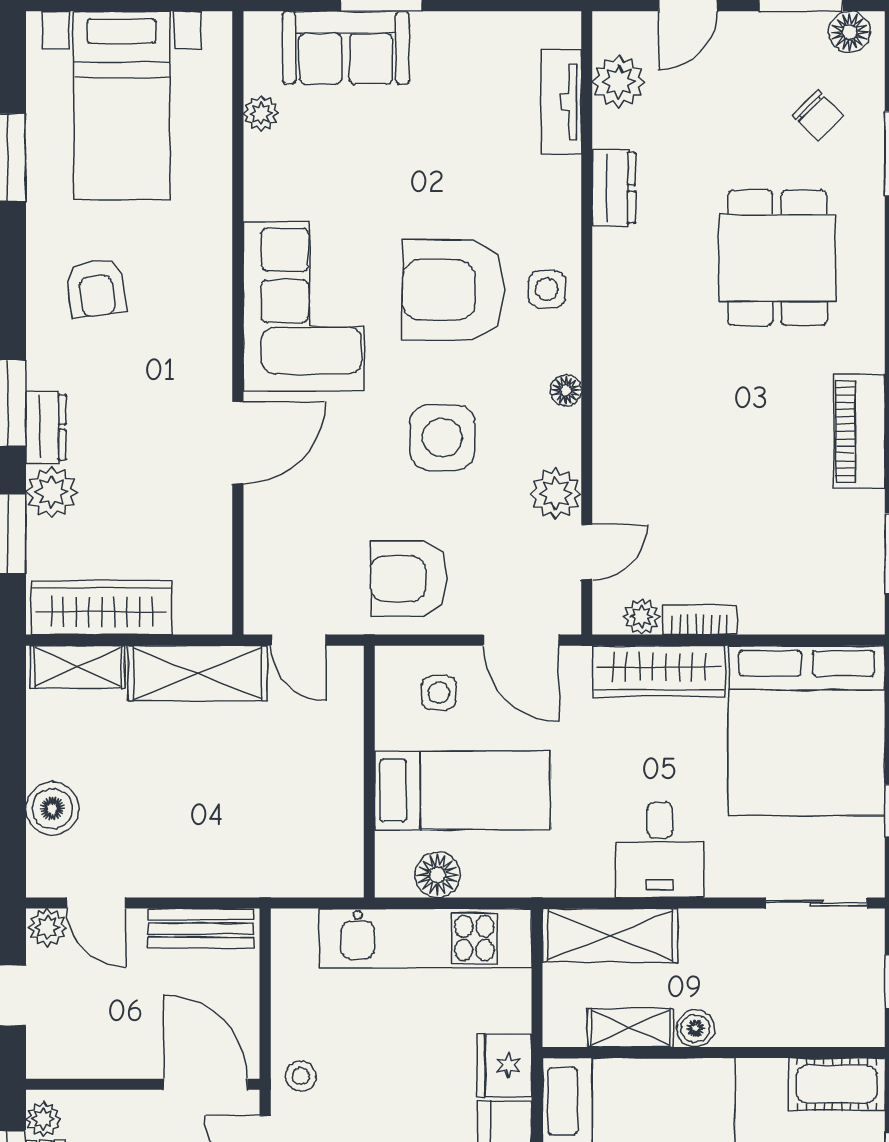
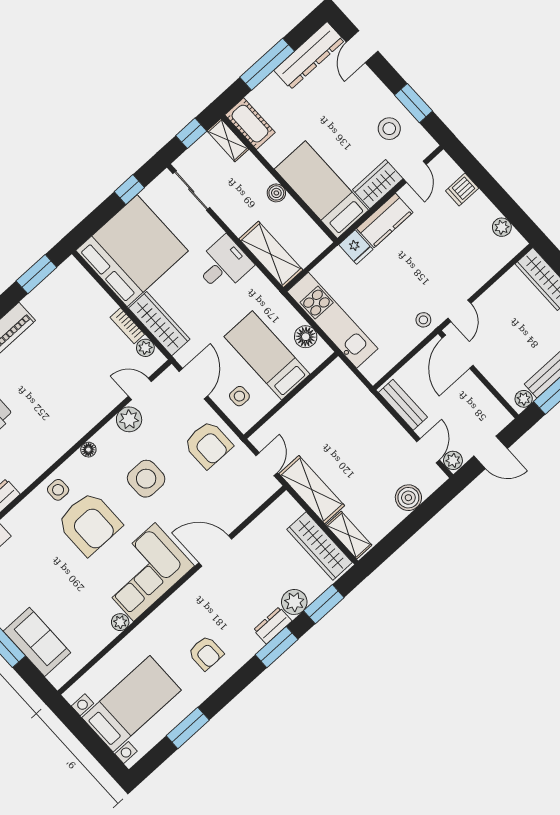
plant: (261, 113) -> (120, 622), moved
armchair: (96, 288) -> (206, 653), turned 98
shelving: (630, 1028) -> (228, 140), moved
fridge: (504, 1065) -> (356, 247), width x0.72

